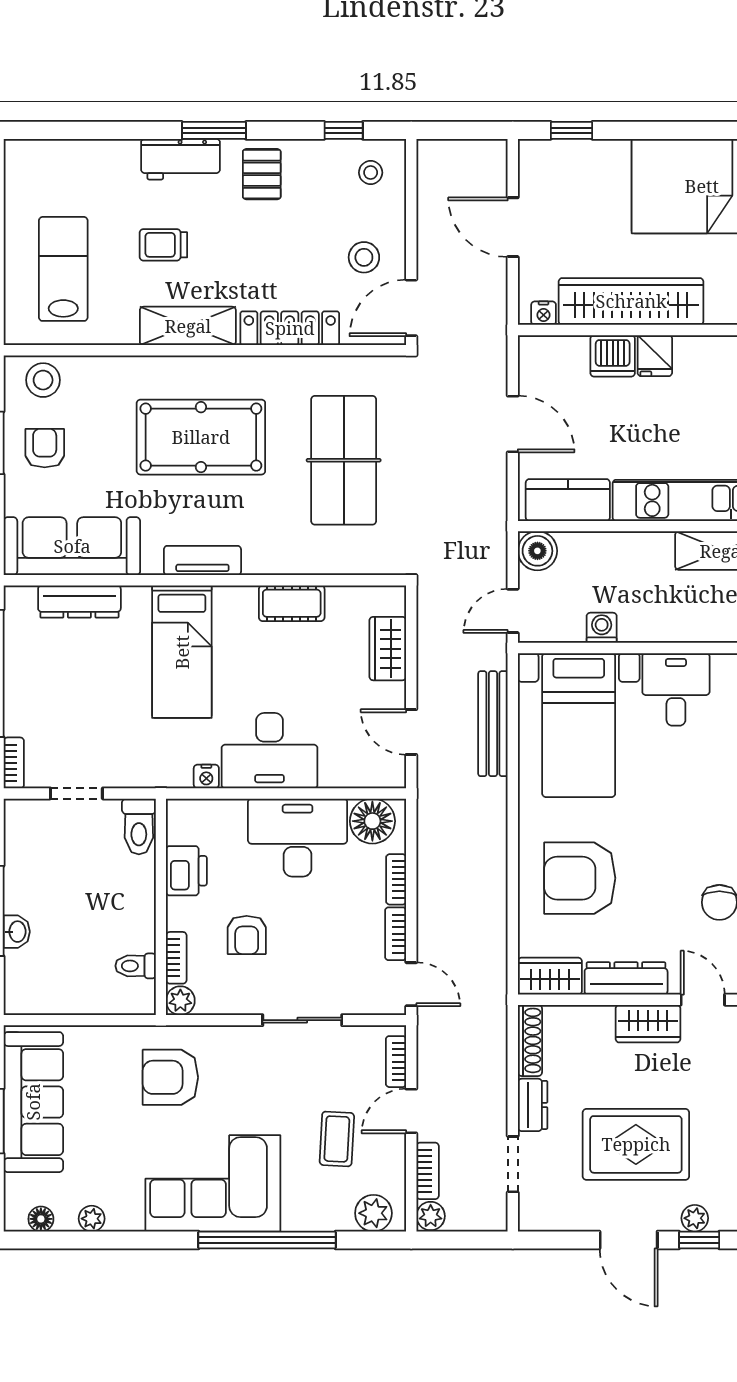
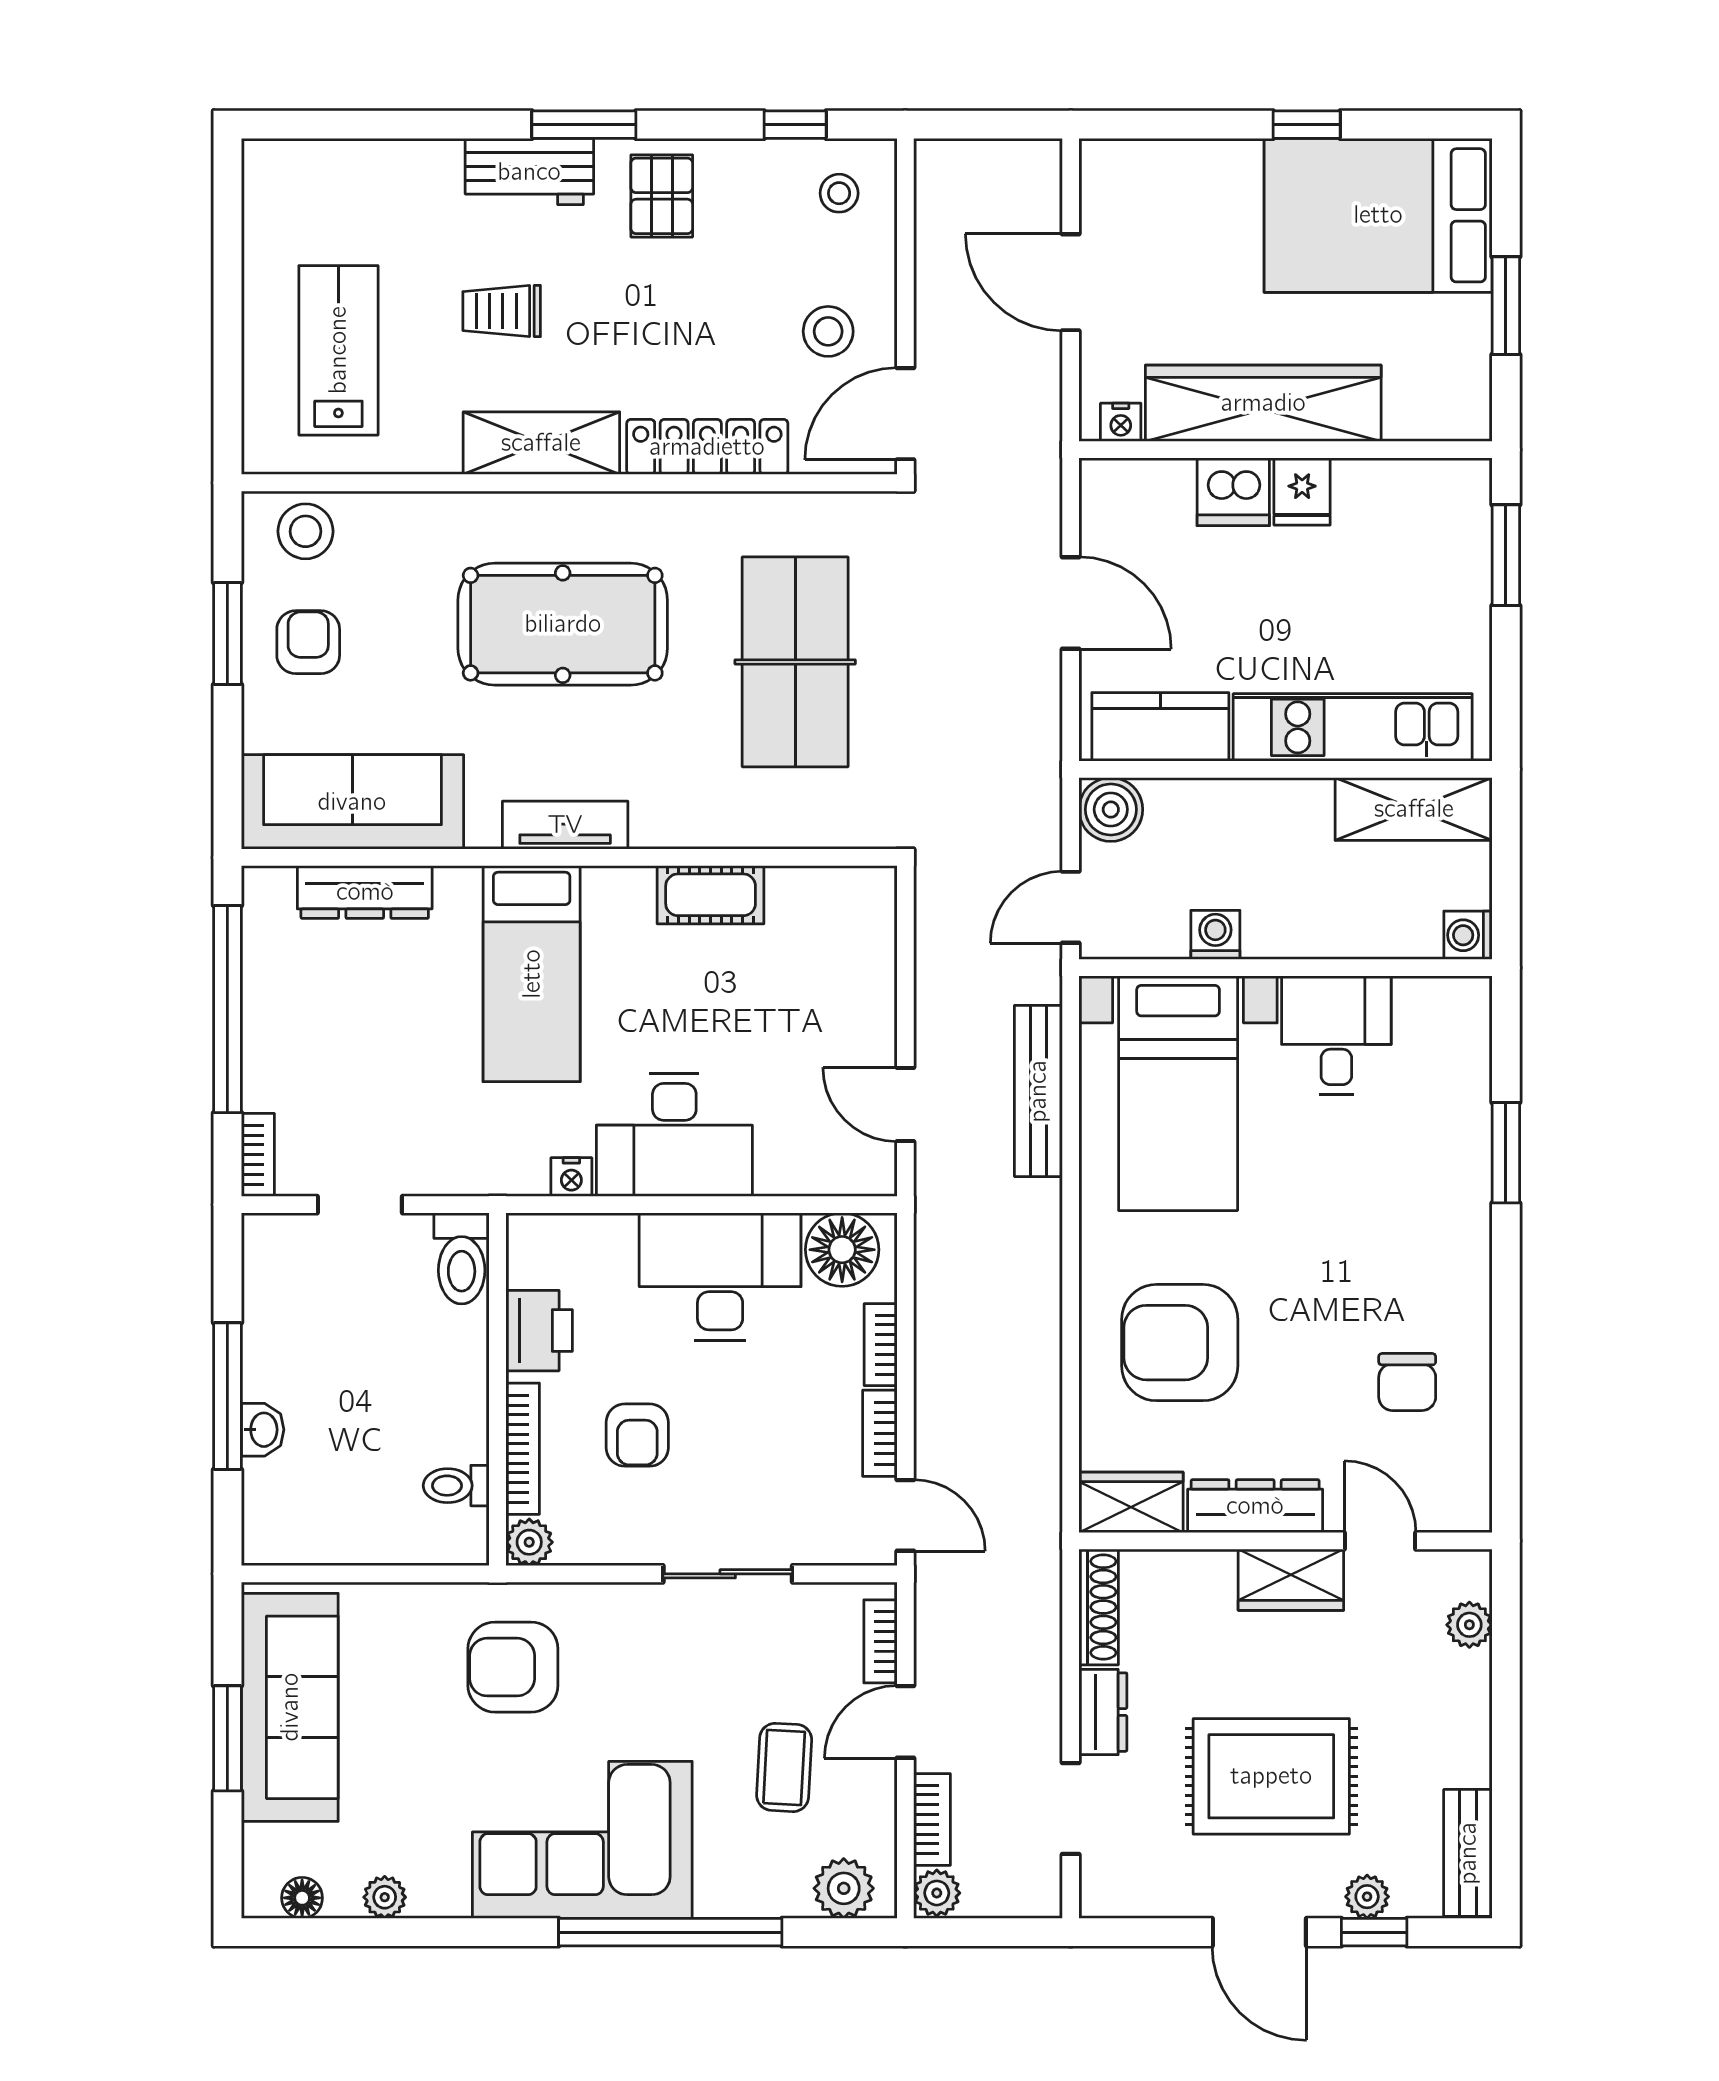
window: (571, 130) -> (1307, 125), moved
wardrobe: (388, 649) -> (867, 969), removed
bookcase: (176, 958) -> (523, 1449), width x1.56

